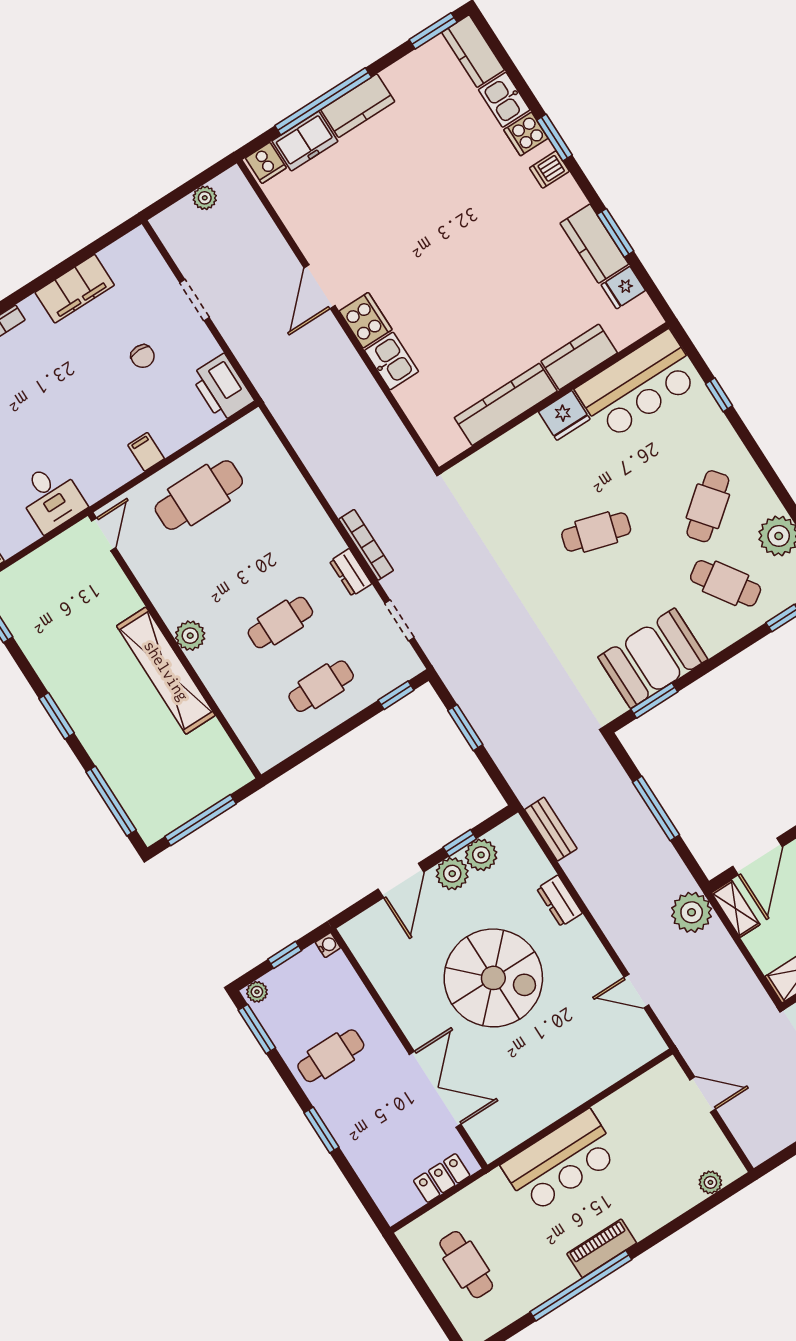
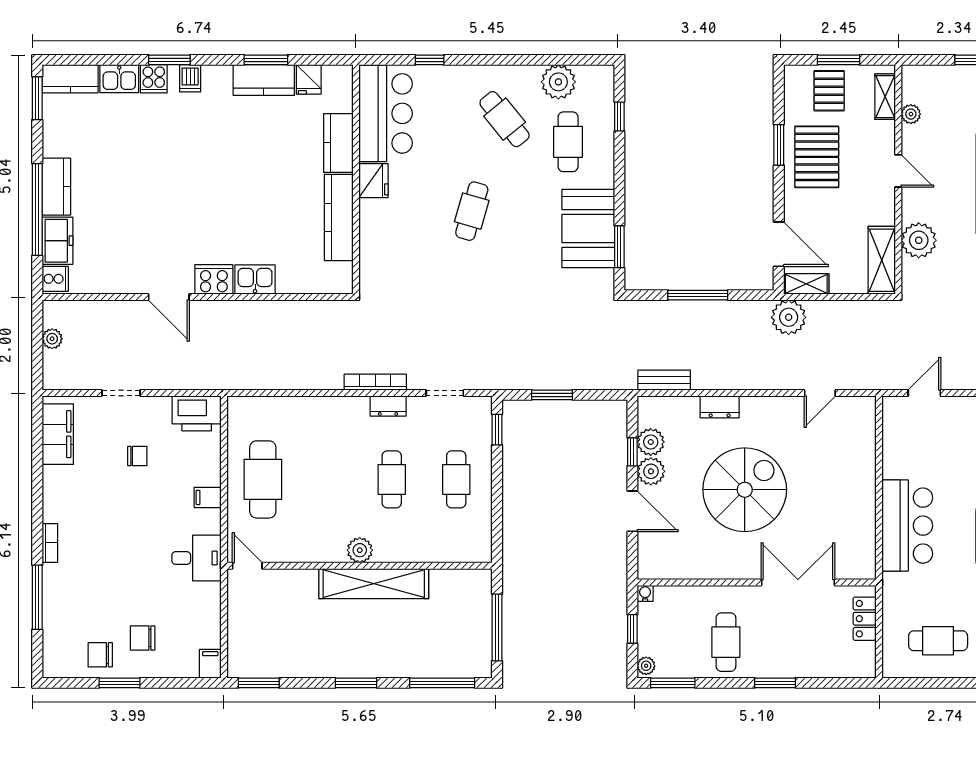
filing cabinet: (75, 289) -> (58, 434), moved
desk: (51, 497) -> (196, 558), moved
cafe table: (726, 583) -> (568, 142), turned -56

